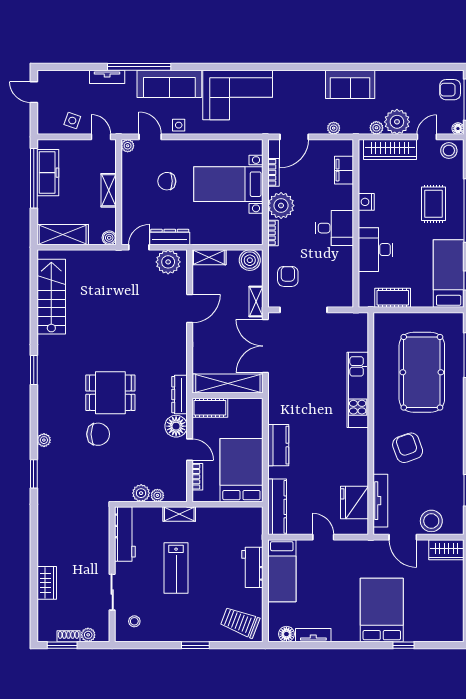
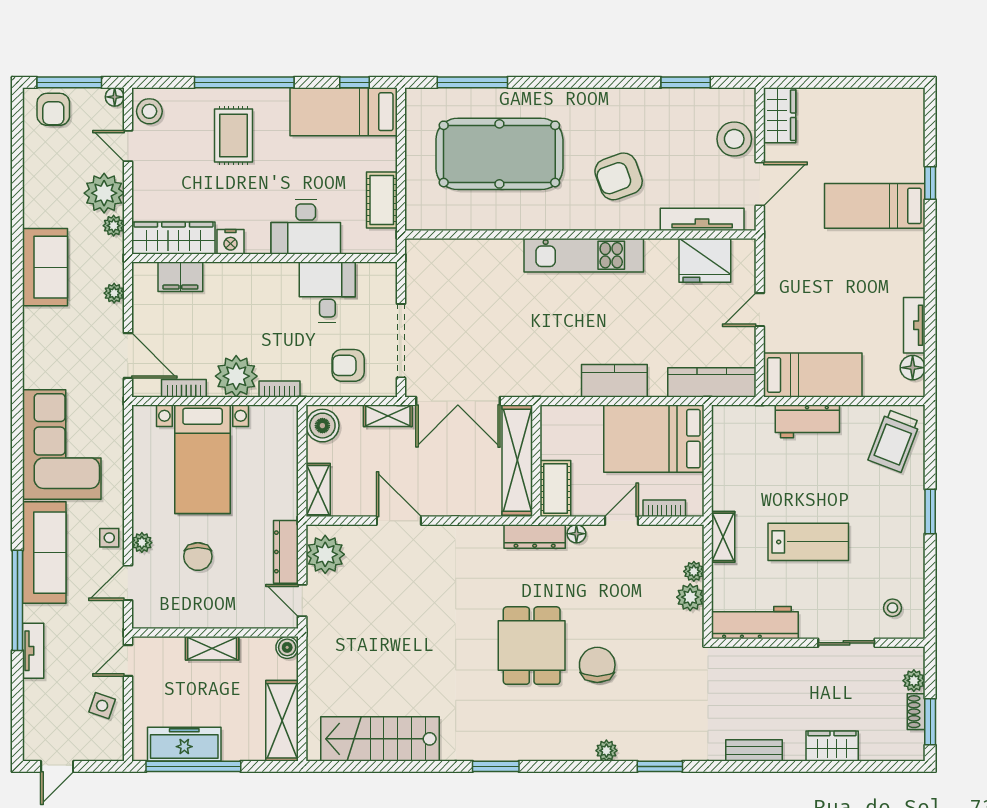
plant: (128, 146) -> (142, 543), moved
wardrobe: (390, 150) -> (173, 238), moved, turned -90
rug: (434, 204) -> (233, 135), turned 90
desk: (334, 228) -> (327, 292), moved
kitchen unit: (358, 390) -> (584, 255), moved
floor lamp: (176, 426) -> (576, 534), width x0.53, depth x0.53
bench: (44, 534) -> (754, 750), added
bed: (382, 610) -> (875, 206), width x0.67

